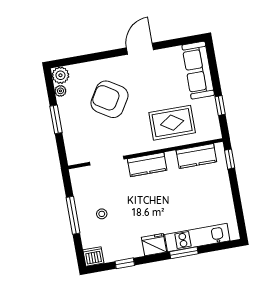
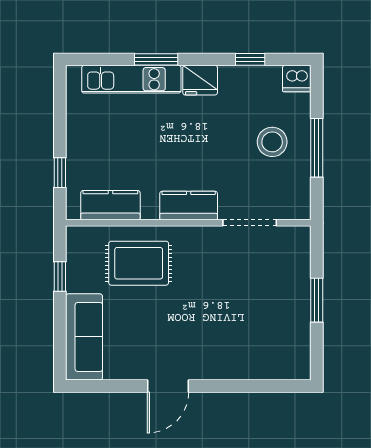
plant: (60, 75) -> (298, 367), removed
plant: (60, 91) -> (302, 343), removed
armchair: (110, 99) -> (229, 316), removed
window: (230, 159) -> (60, 173), moved
stool: (102, 214) -> (272, 142), width x1.89, depth x1.89

